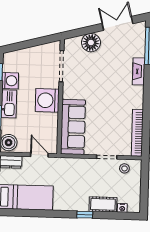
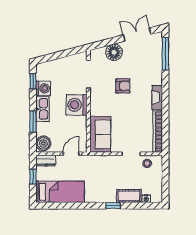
fireplace: (139, 71) -> (157, 97), moved
armchair: (100, 81) -> (123, 86), added
sofa: (73, 127) -> (100, 134), width x0.73
door: (39, 155) -> (71, 154), hinge flipped

